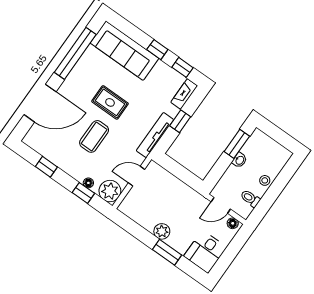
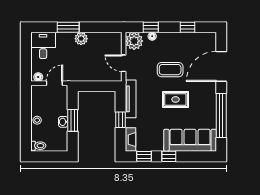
coffee table: (94, 136) -> (170, 70), turned 90
window: (237, 144) -> (73, 120), moved
door: (137, 176) -> (124, 63), swing flipped
toilet: (250, 198) -> (38, 146), moved

